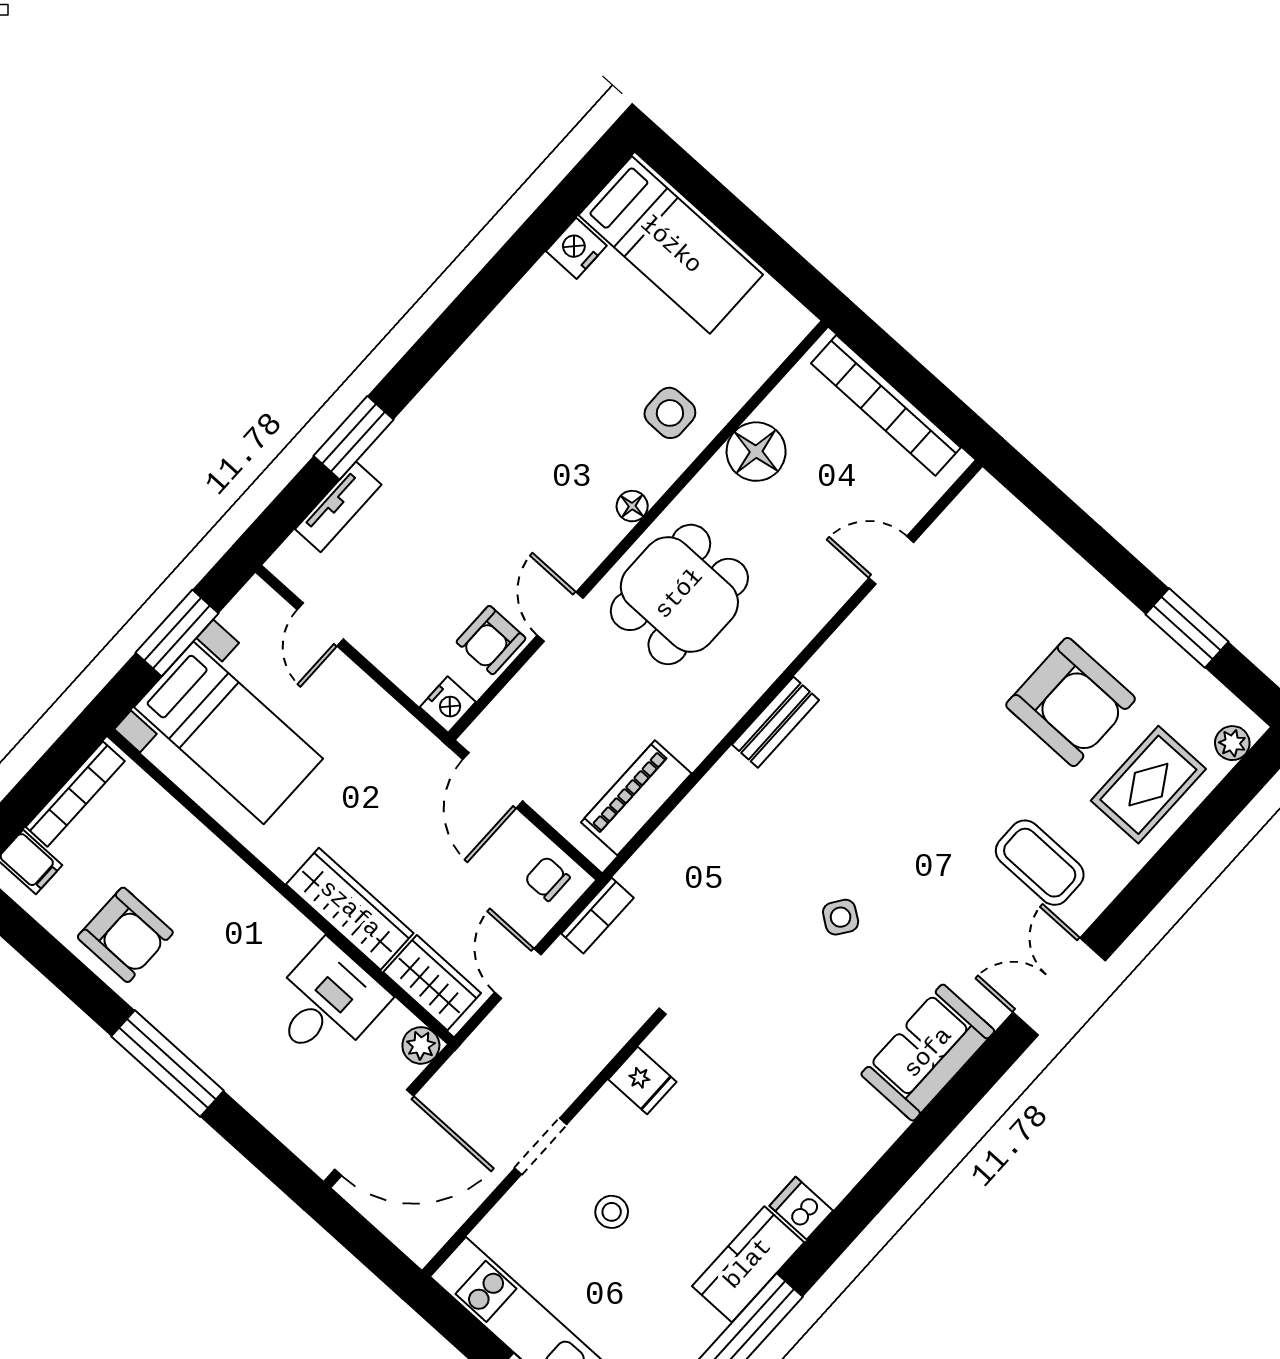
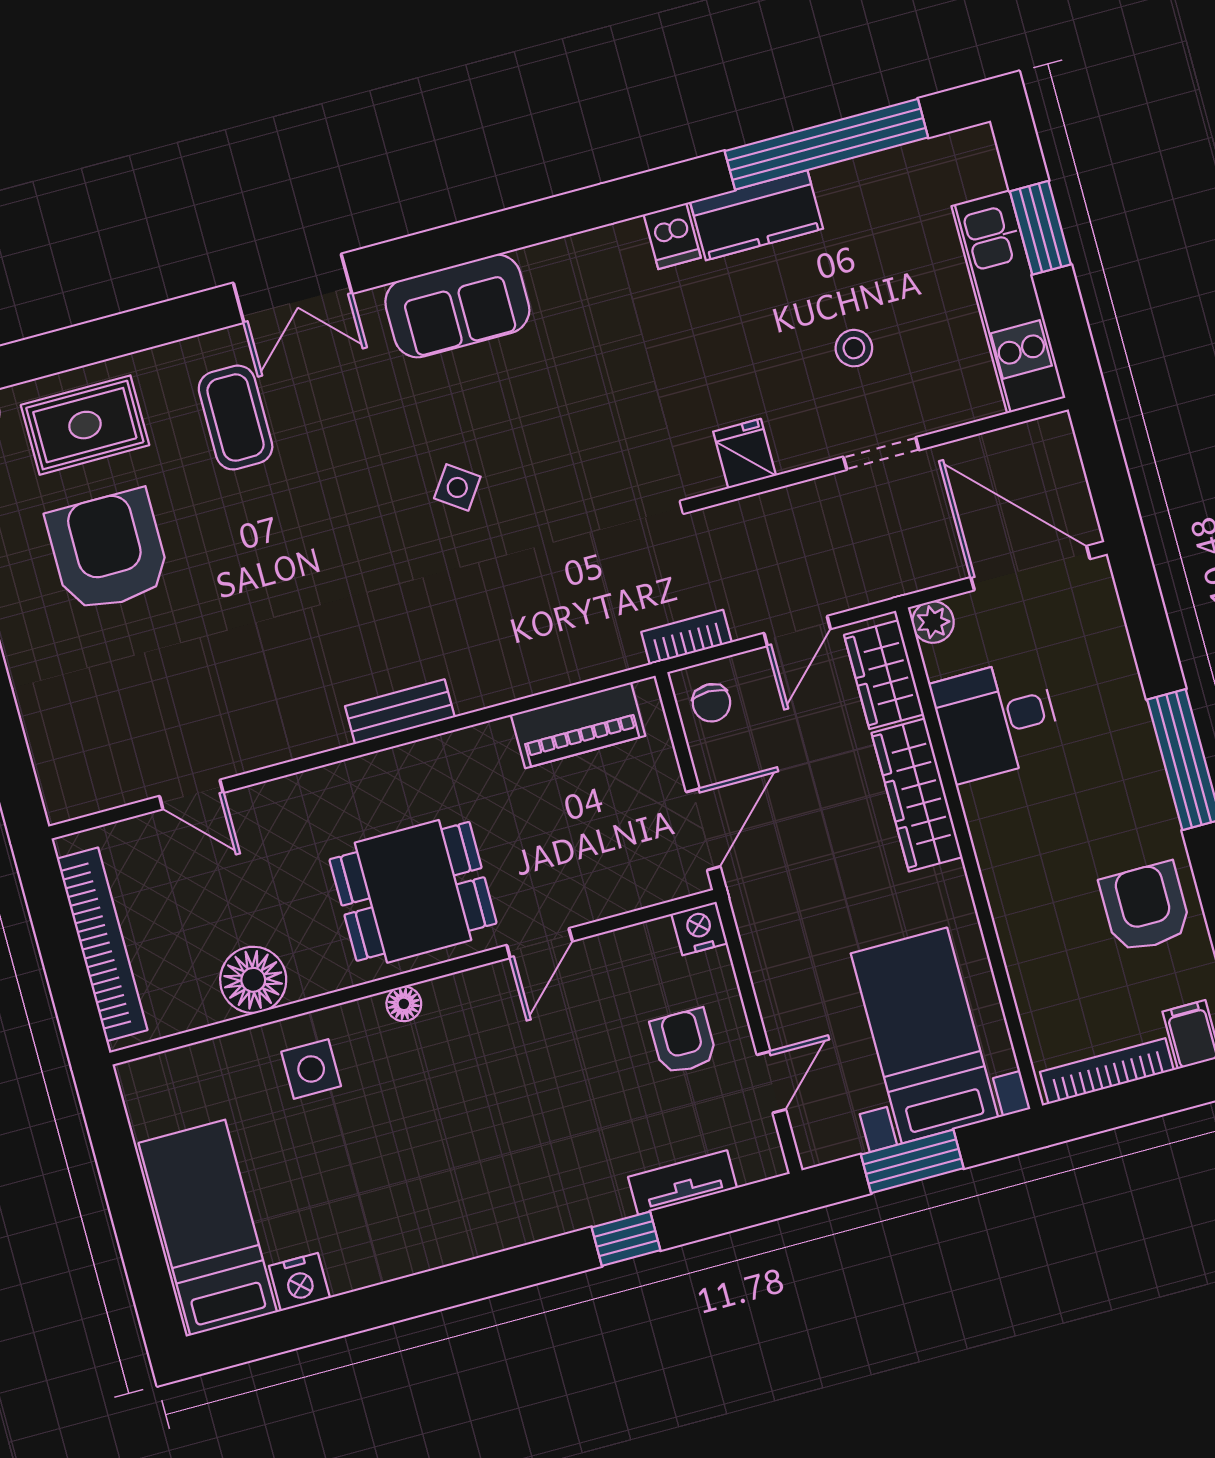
window: (353, 438) -> (626, 1239), width x0.67
armchair: (491, 640) -> (684, 1041), moved, turned -90

